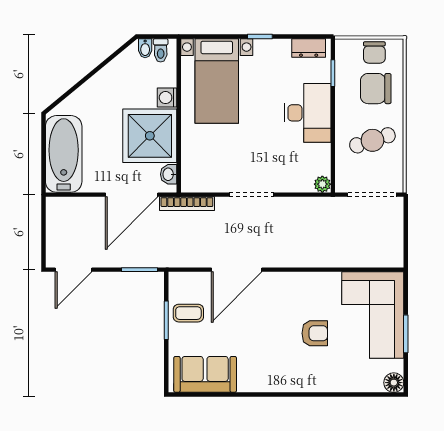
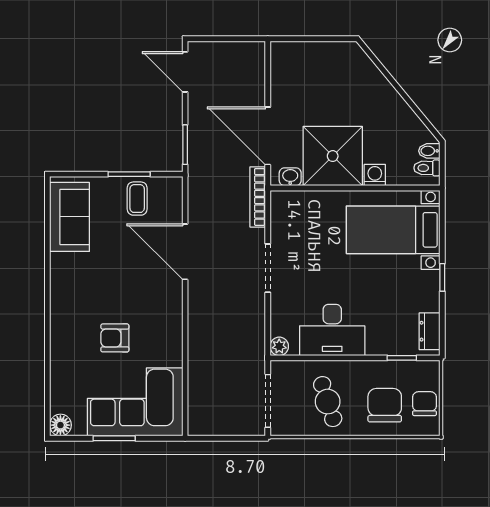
chair: (374, 52) -> (425, 404), turned 90
desk: (308, 113) -> (332, 330), moved
bathtub: (64, 154) -> (313, 61), removed
armchair: (315, 333) -> (115, 338), turned 90

